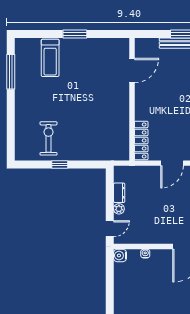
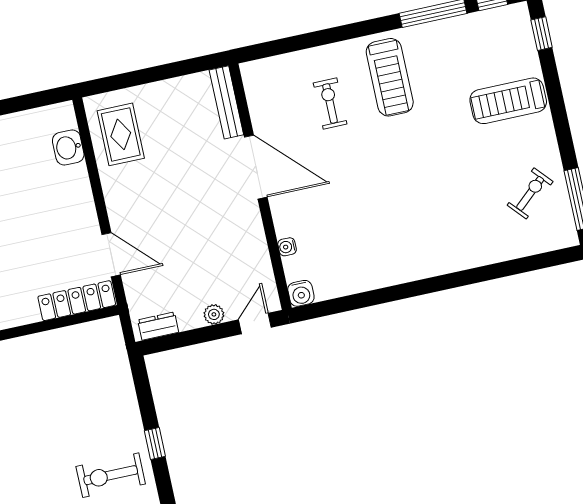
door: (172, 163) -> (111, 255), moved
dresser: (119, 193) -> (158, 326), moved
door: (110, 229) -> (255, 323), hinge flipped

